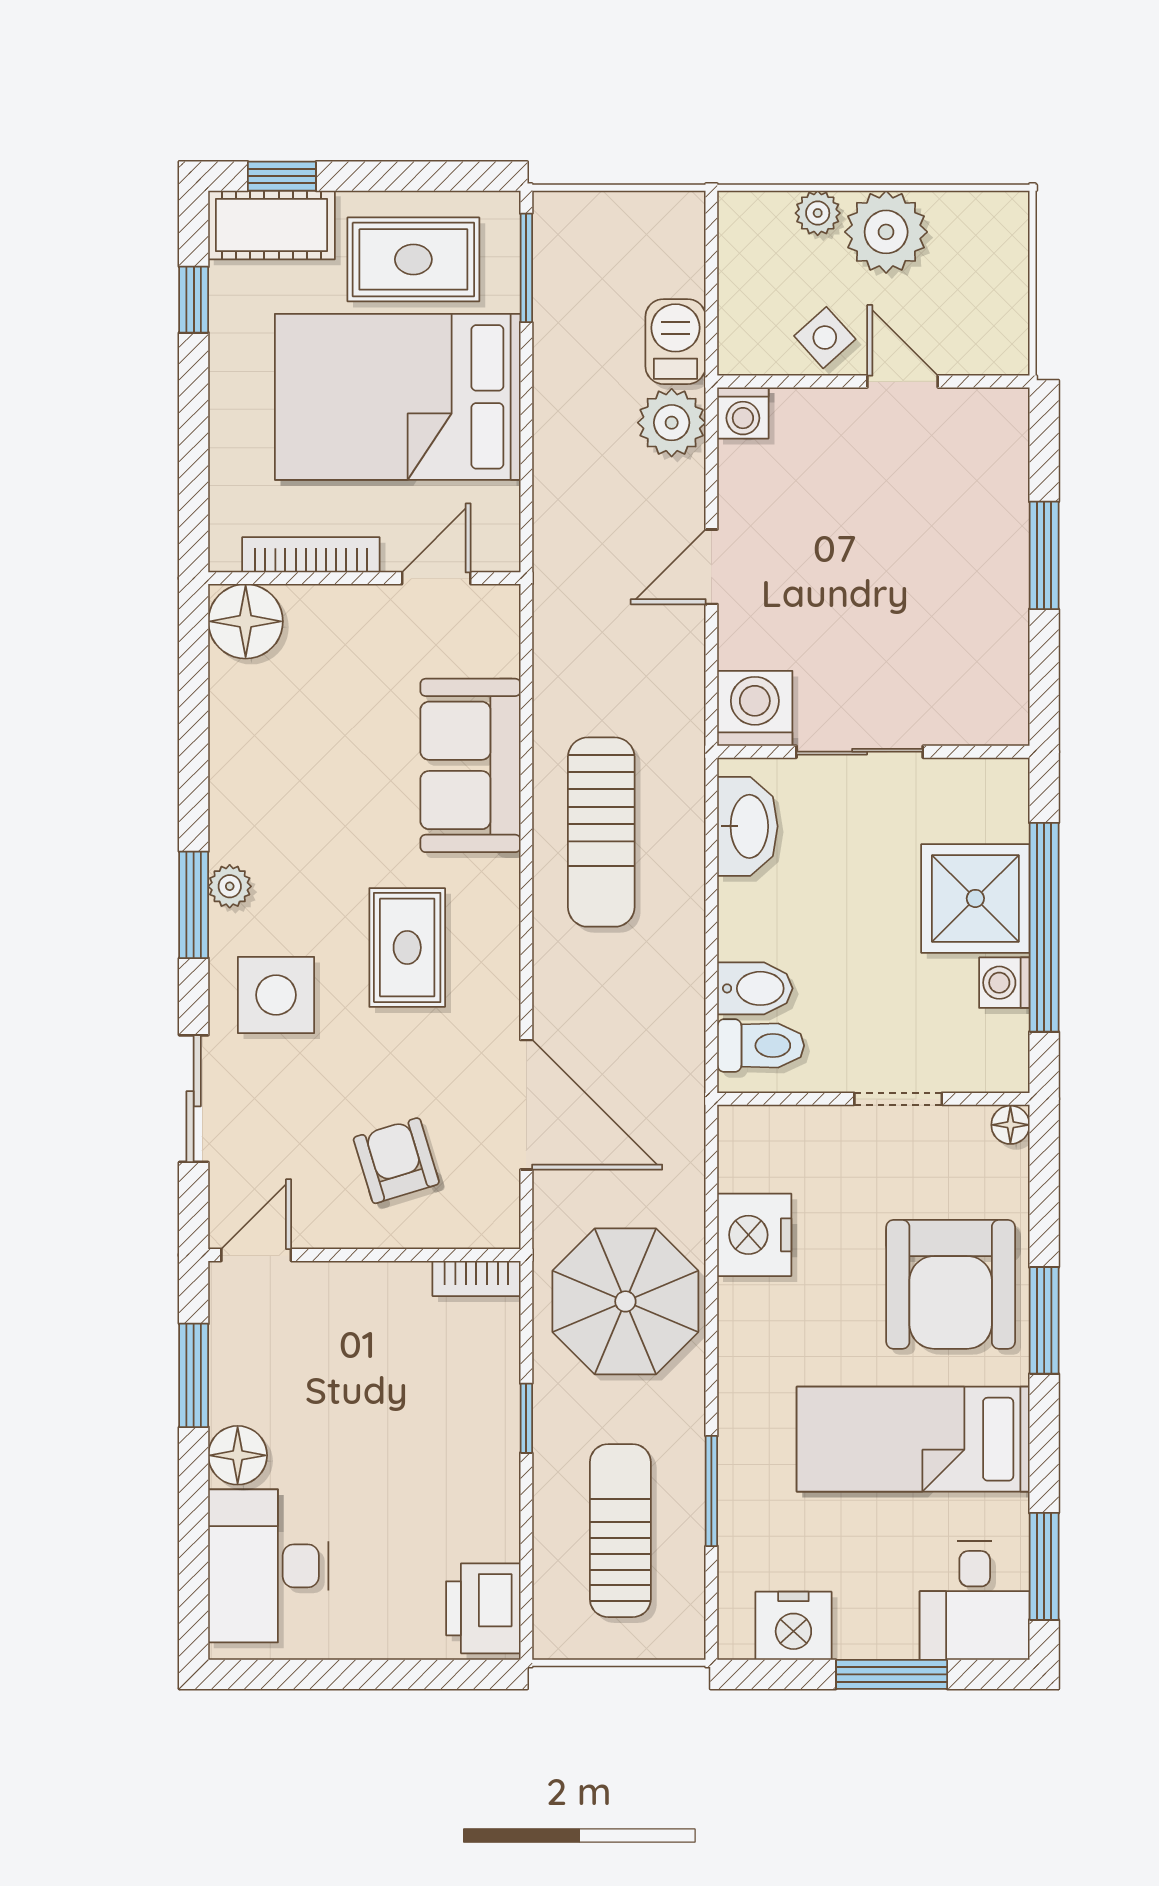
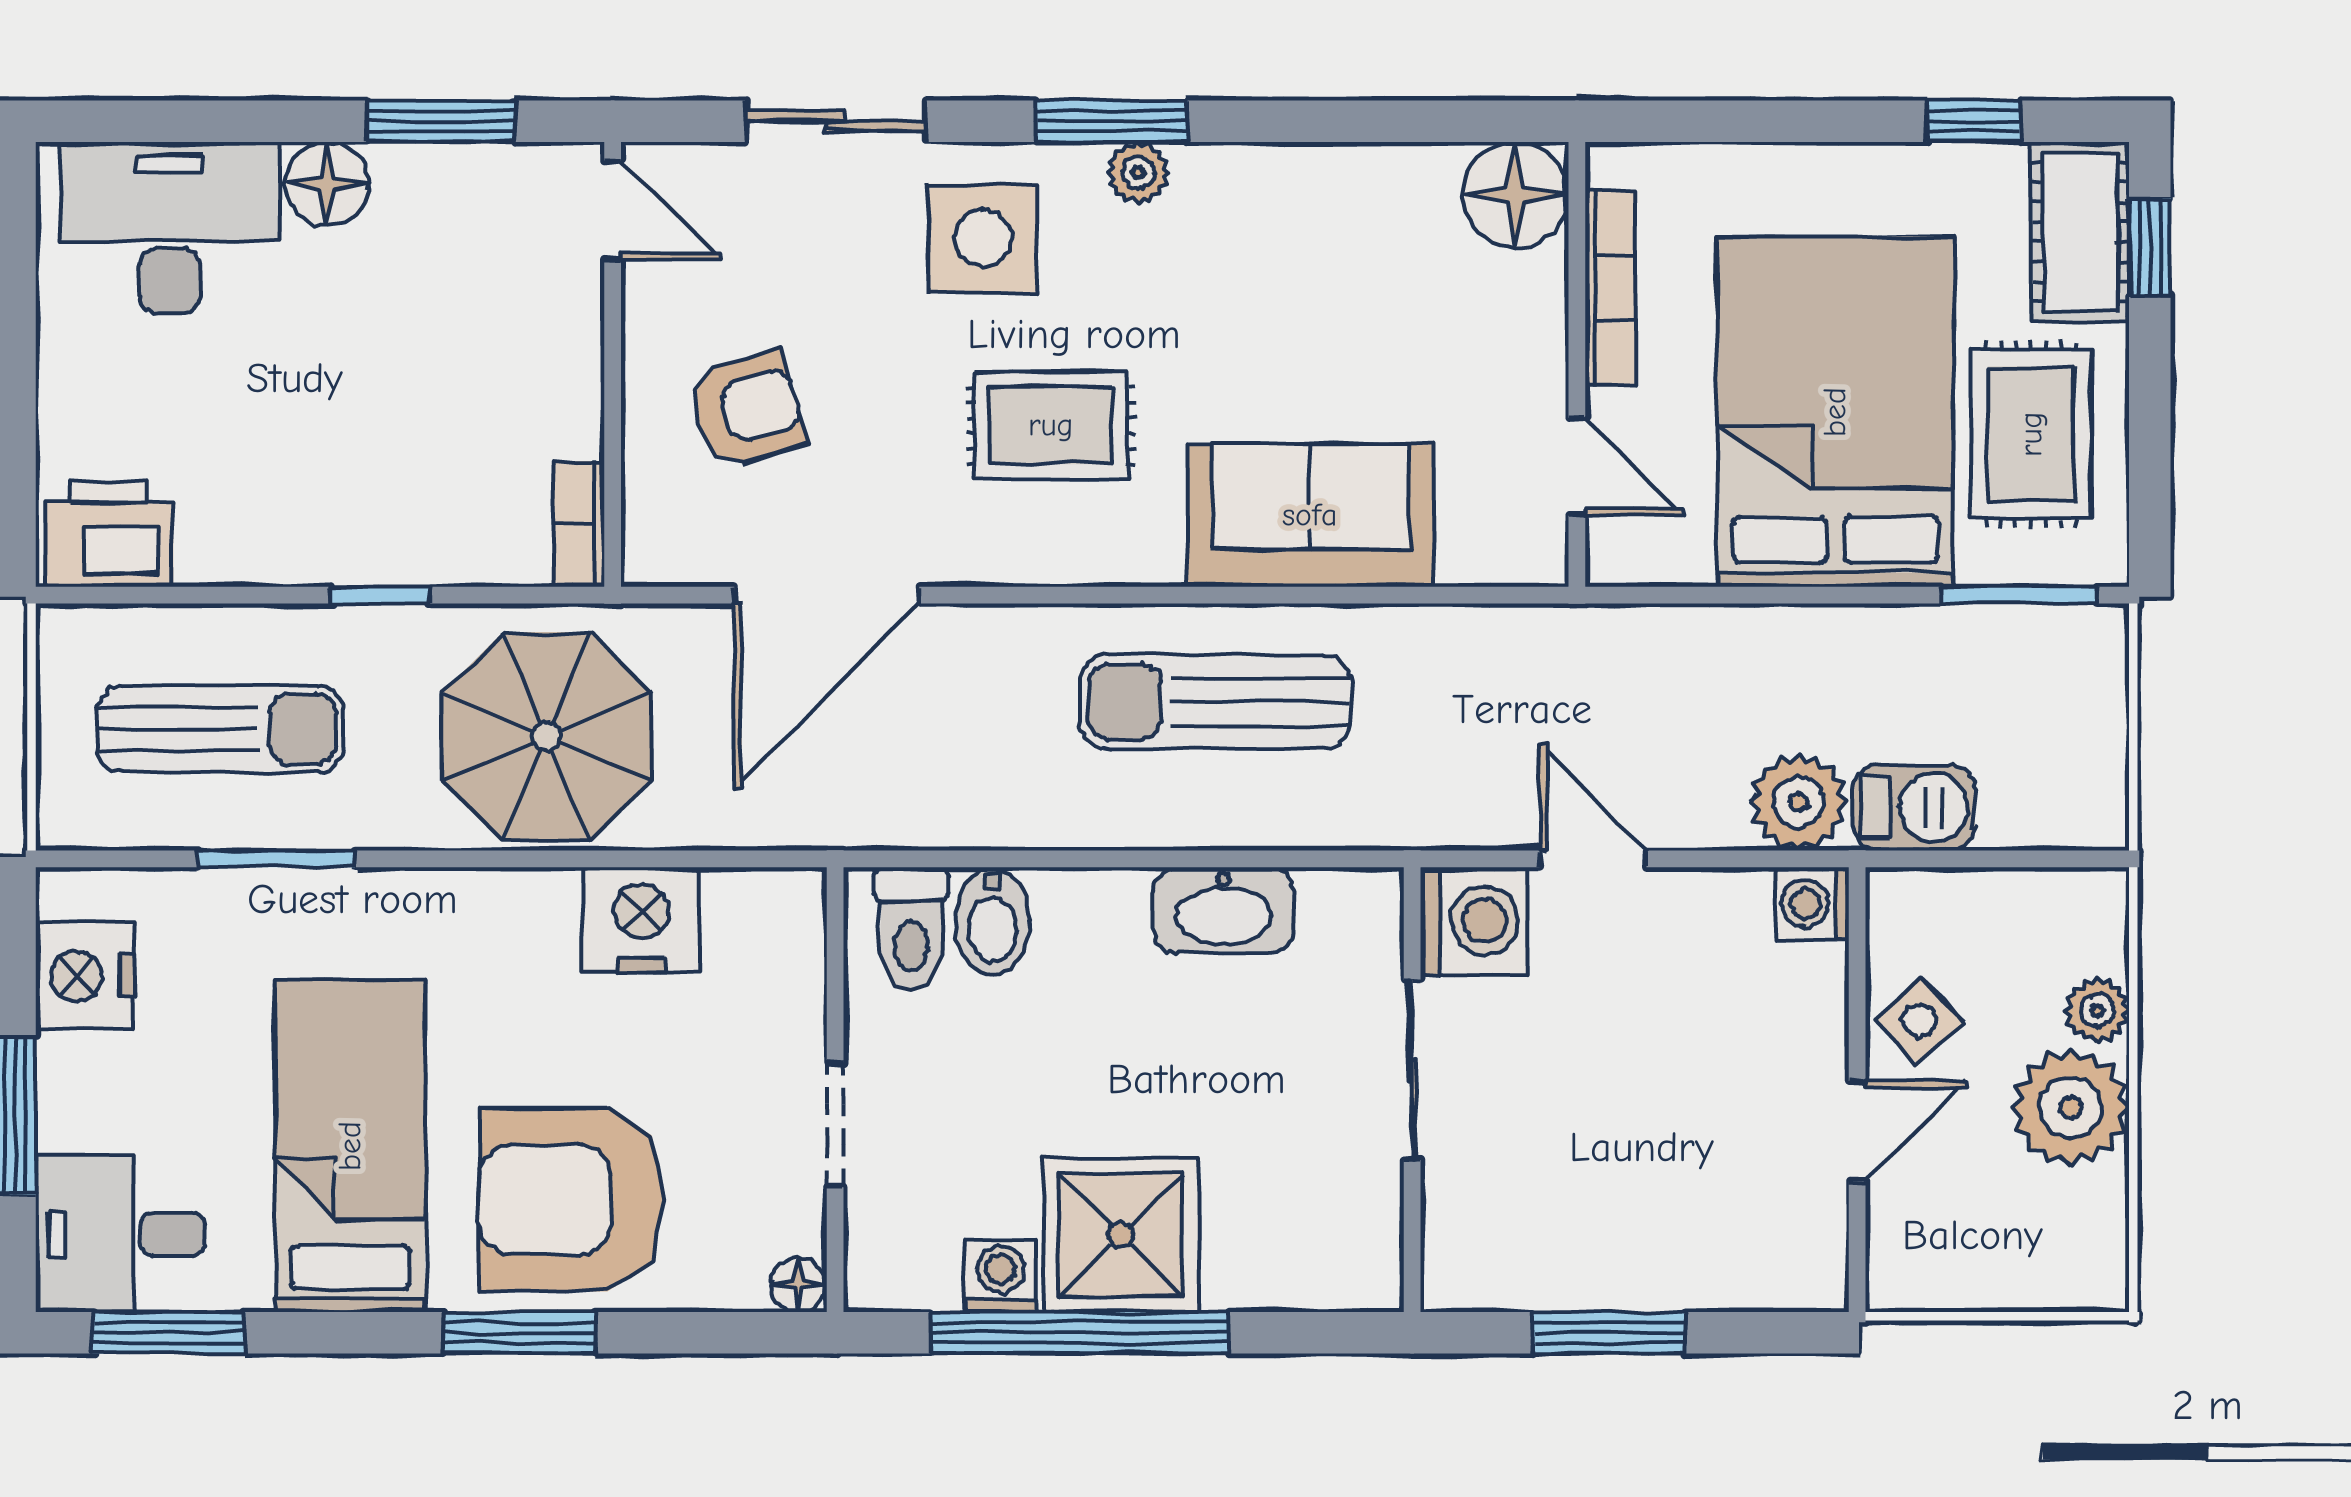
washing machine: (755, 708) -> (1474, 921), moved
sliding door: (860, 752) -> (1412, 1070), moved
wall: (873, 752) -> (1412, 1090), moved

